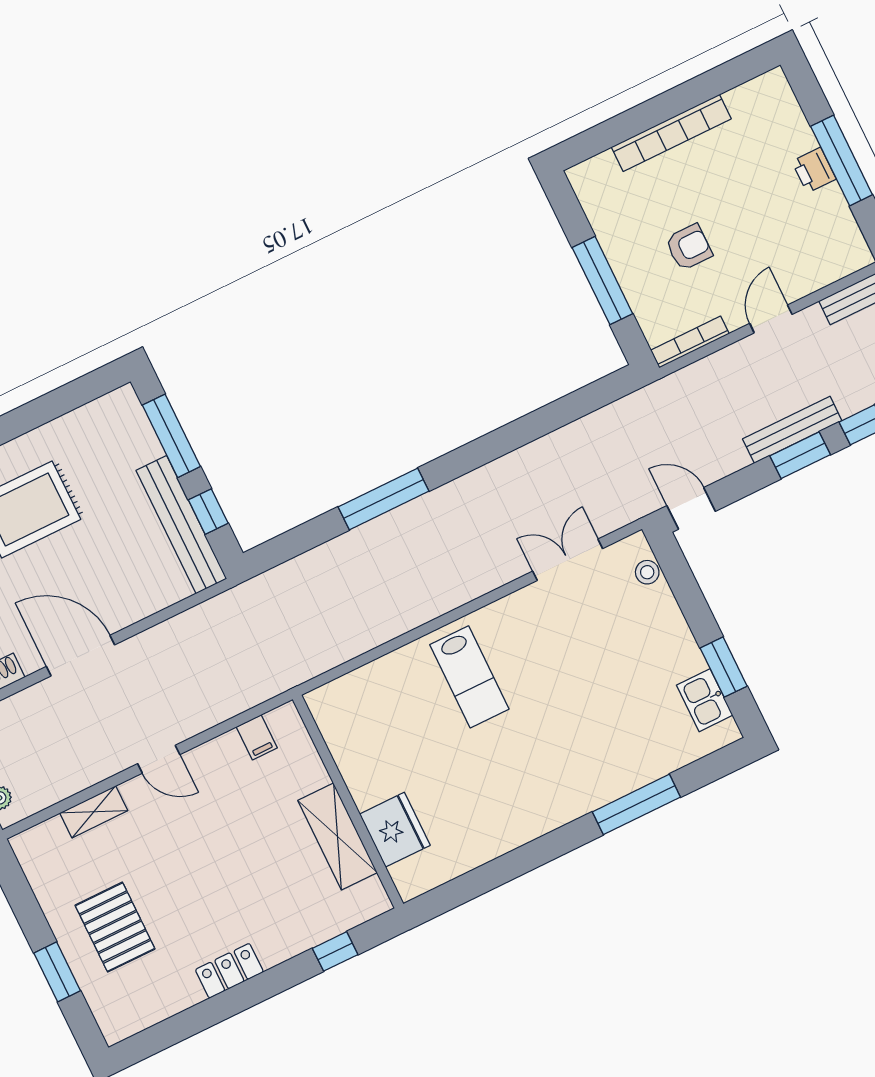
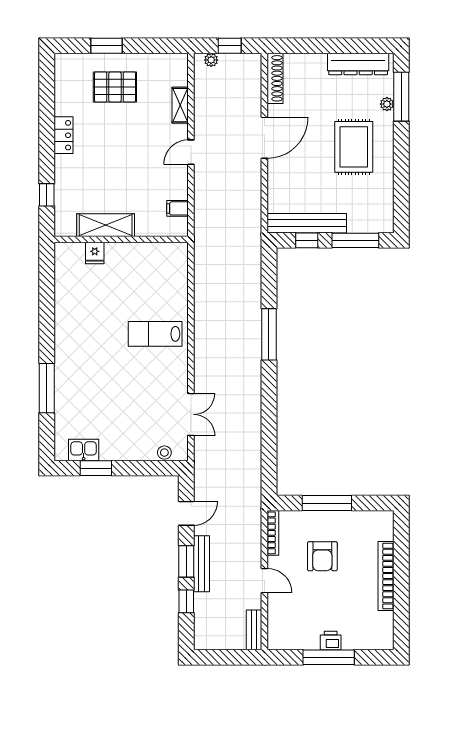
armchair: (689, 247) -> (322, 556), width x1.38, depth x1.38
door: (691, 508) -> (186, 513), moved
fridge: (395, 830) -> (95, 253), width x0.53, depth x0.75

